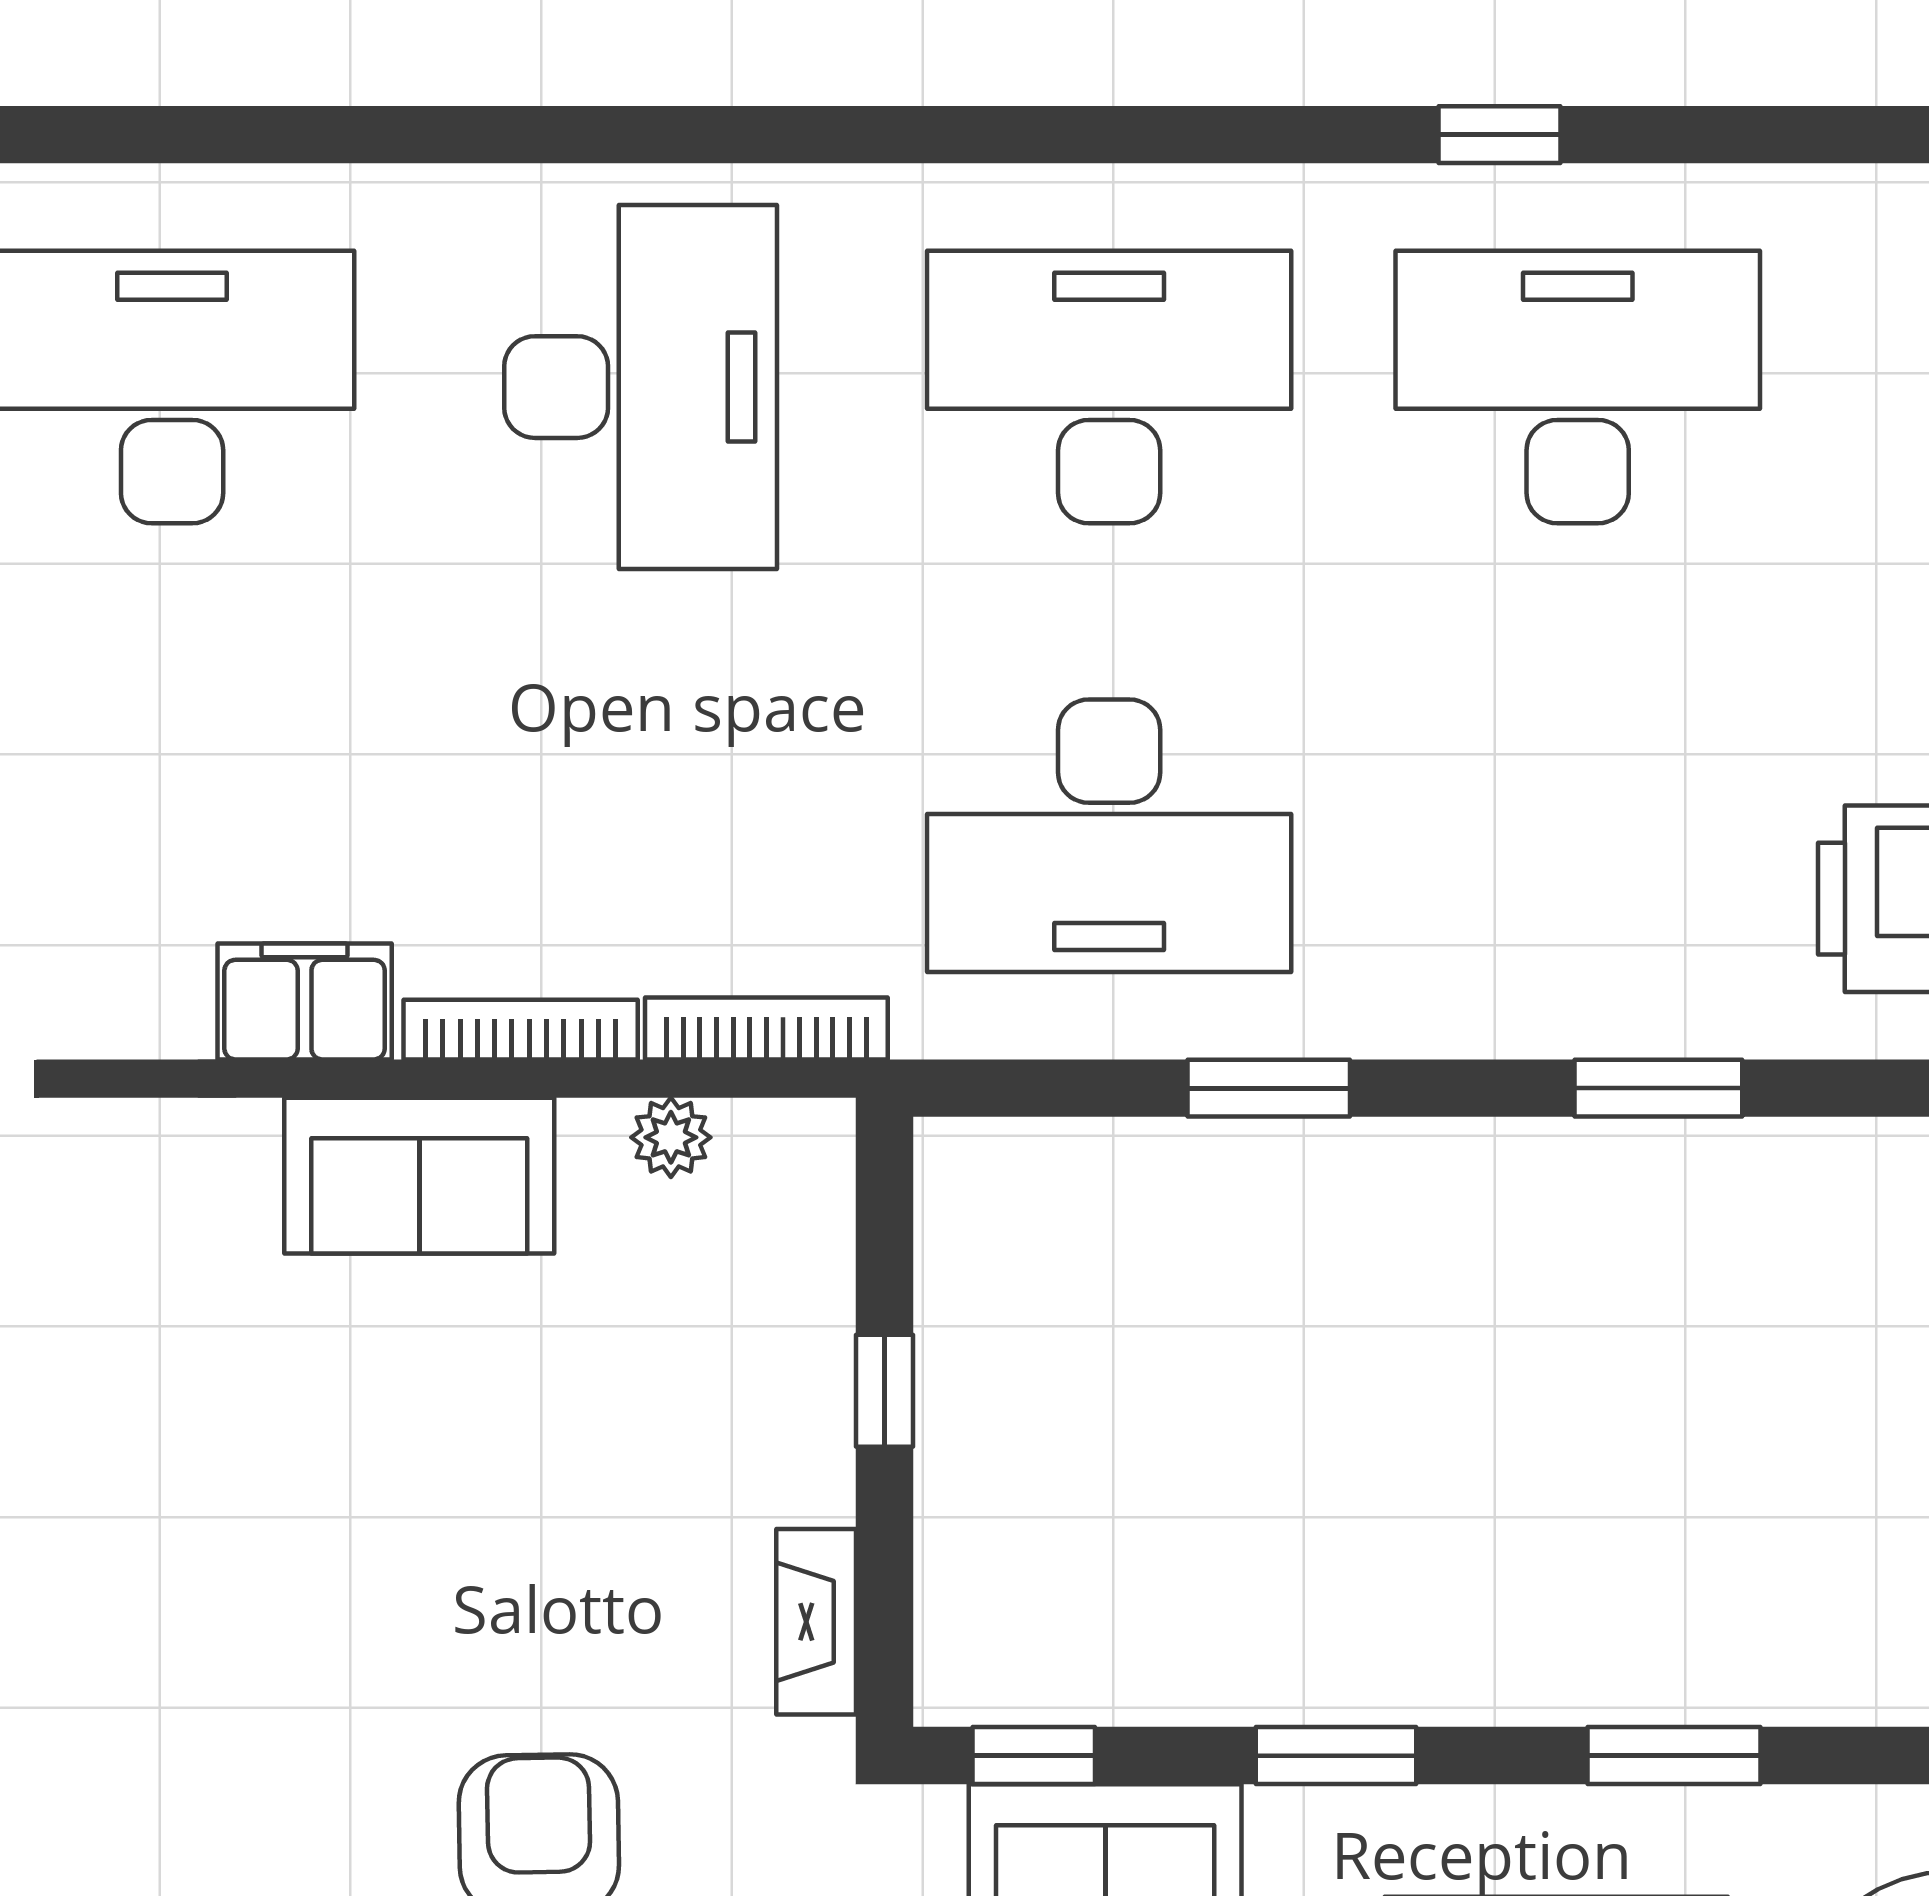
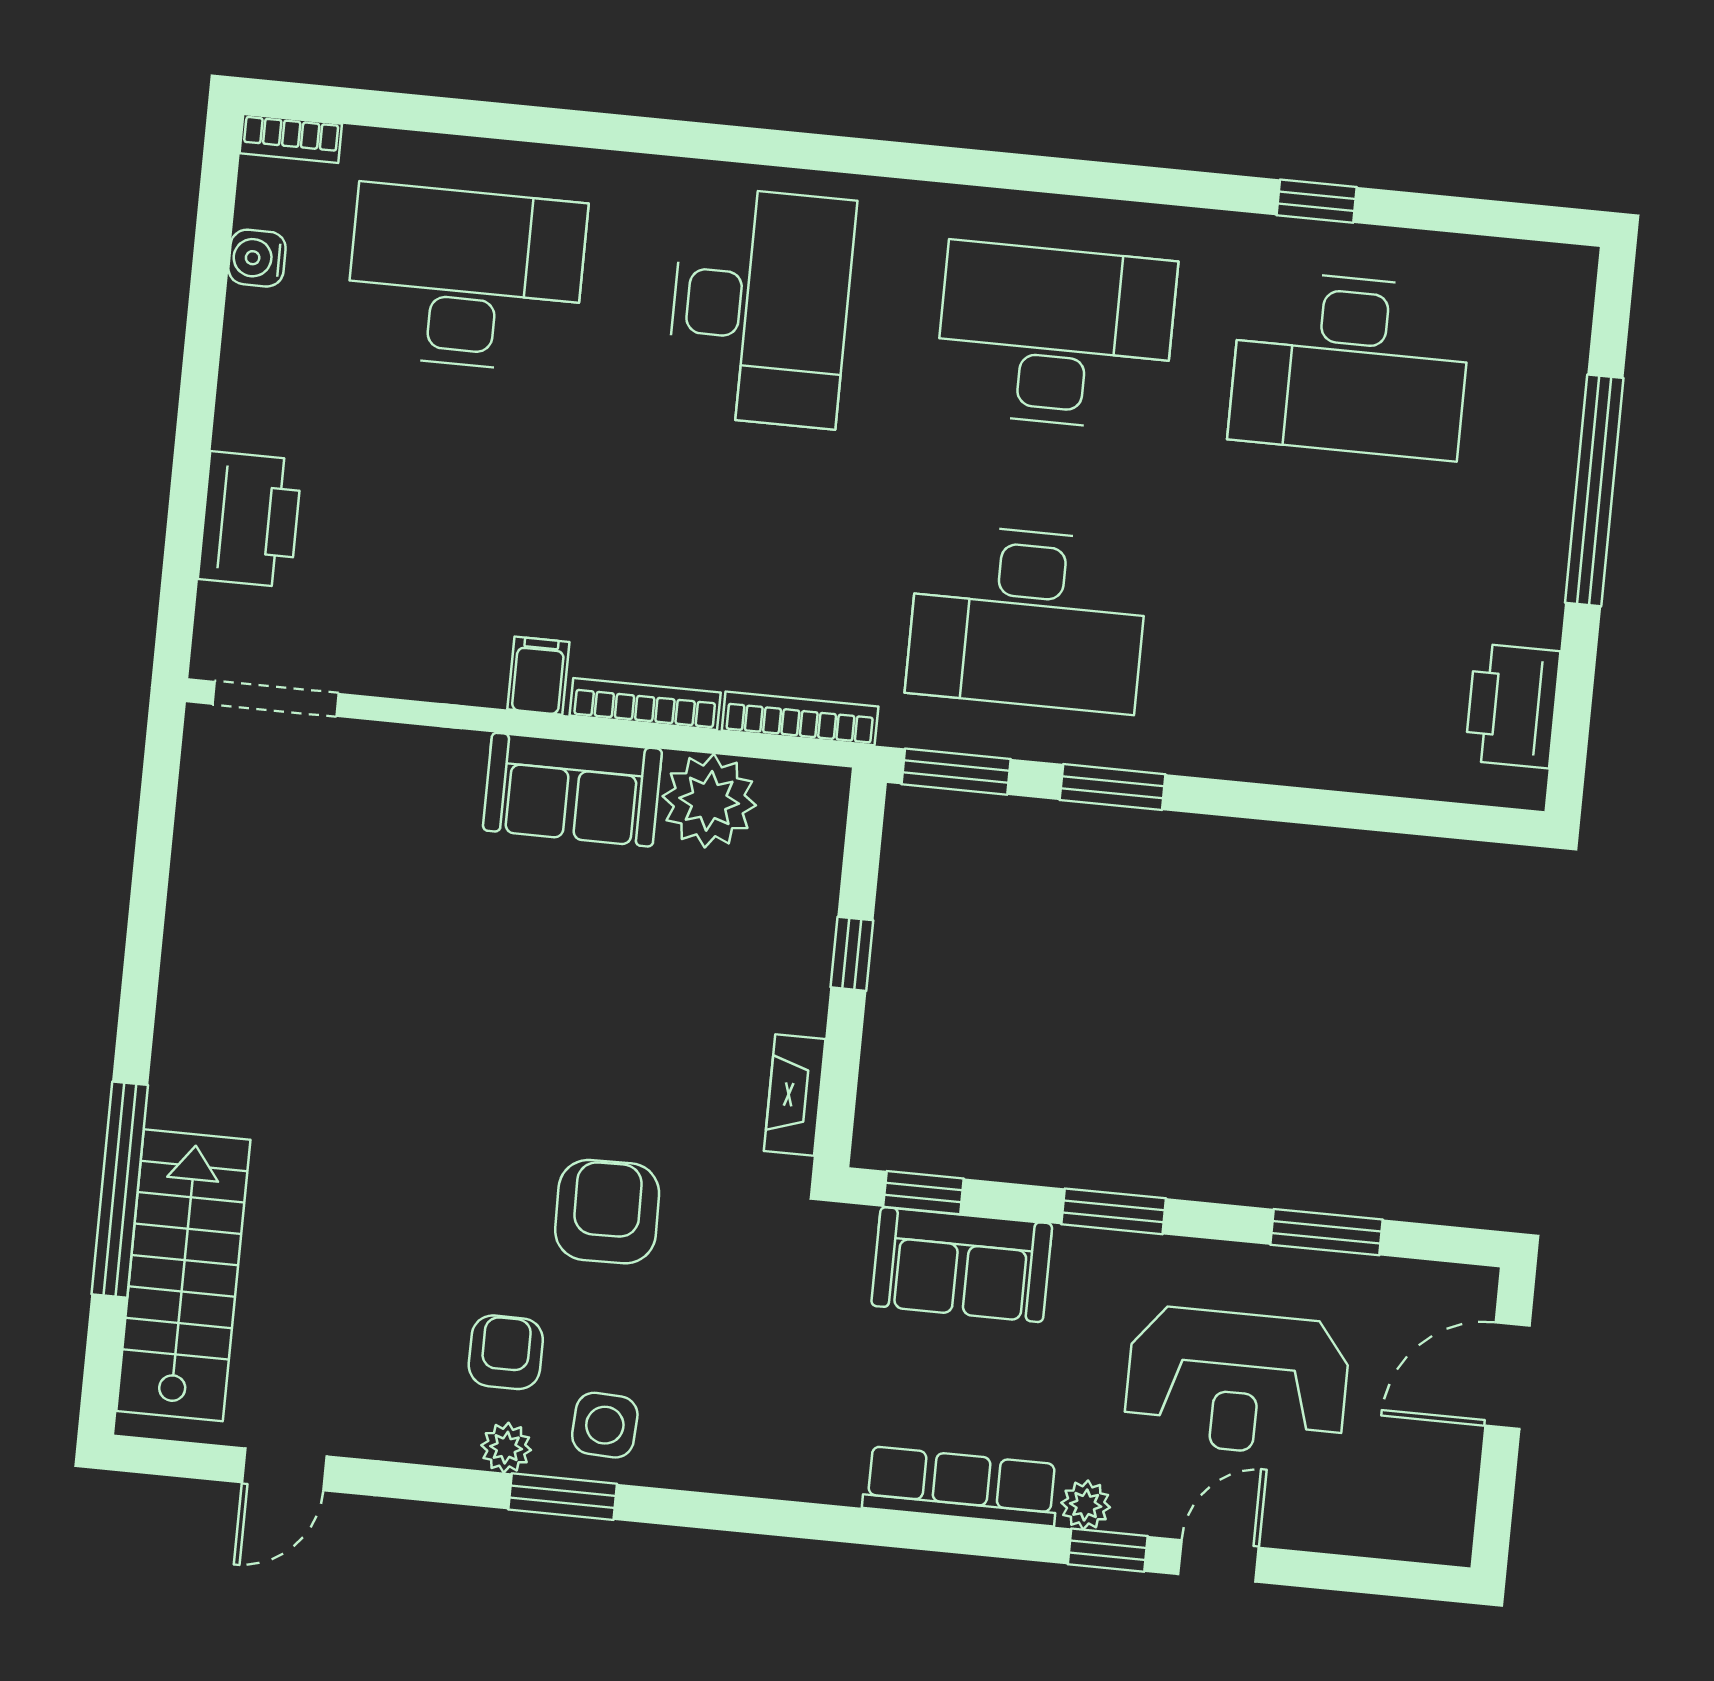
desk: (1578, 387) -> (1350, 365), turned 180
filing cabinet: (305, 1001) -> (538, 676), width x0.50
window: (1658, 1088) -> (956, 772), moved
plant: (671, 1137) -> (709, 801), width x1.88, depth x1.88

